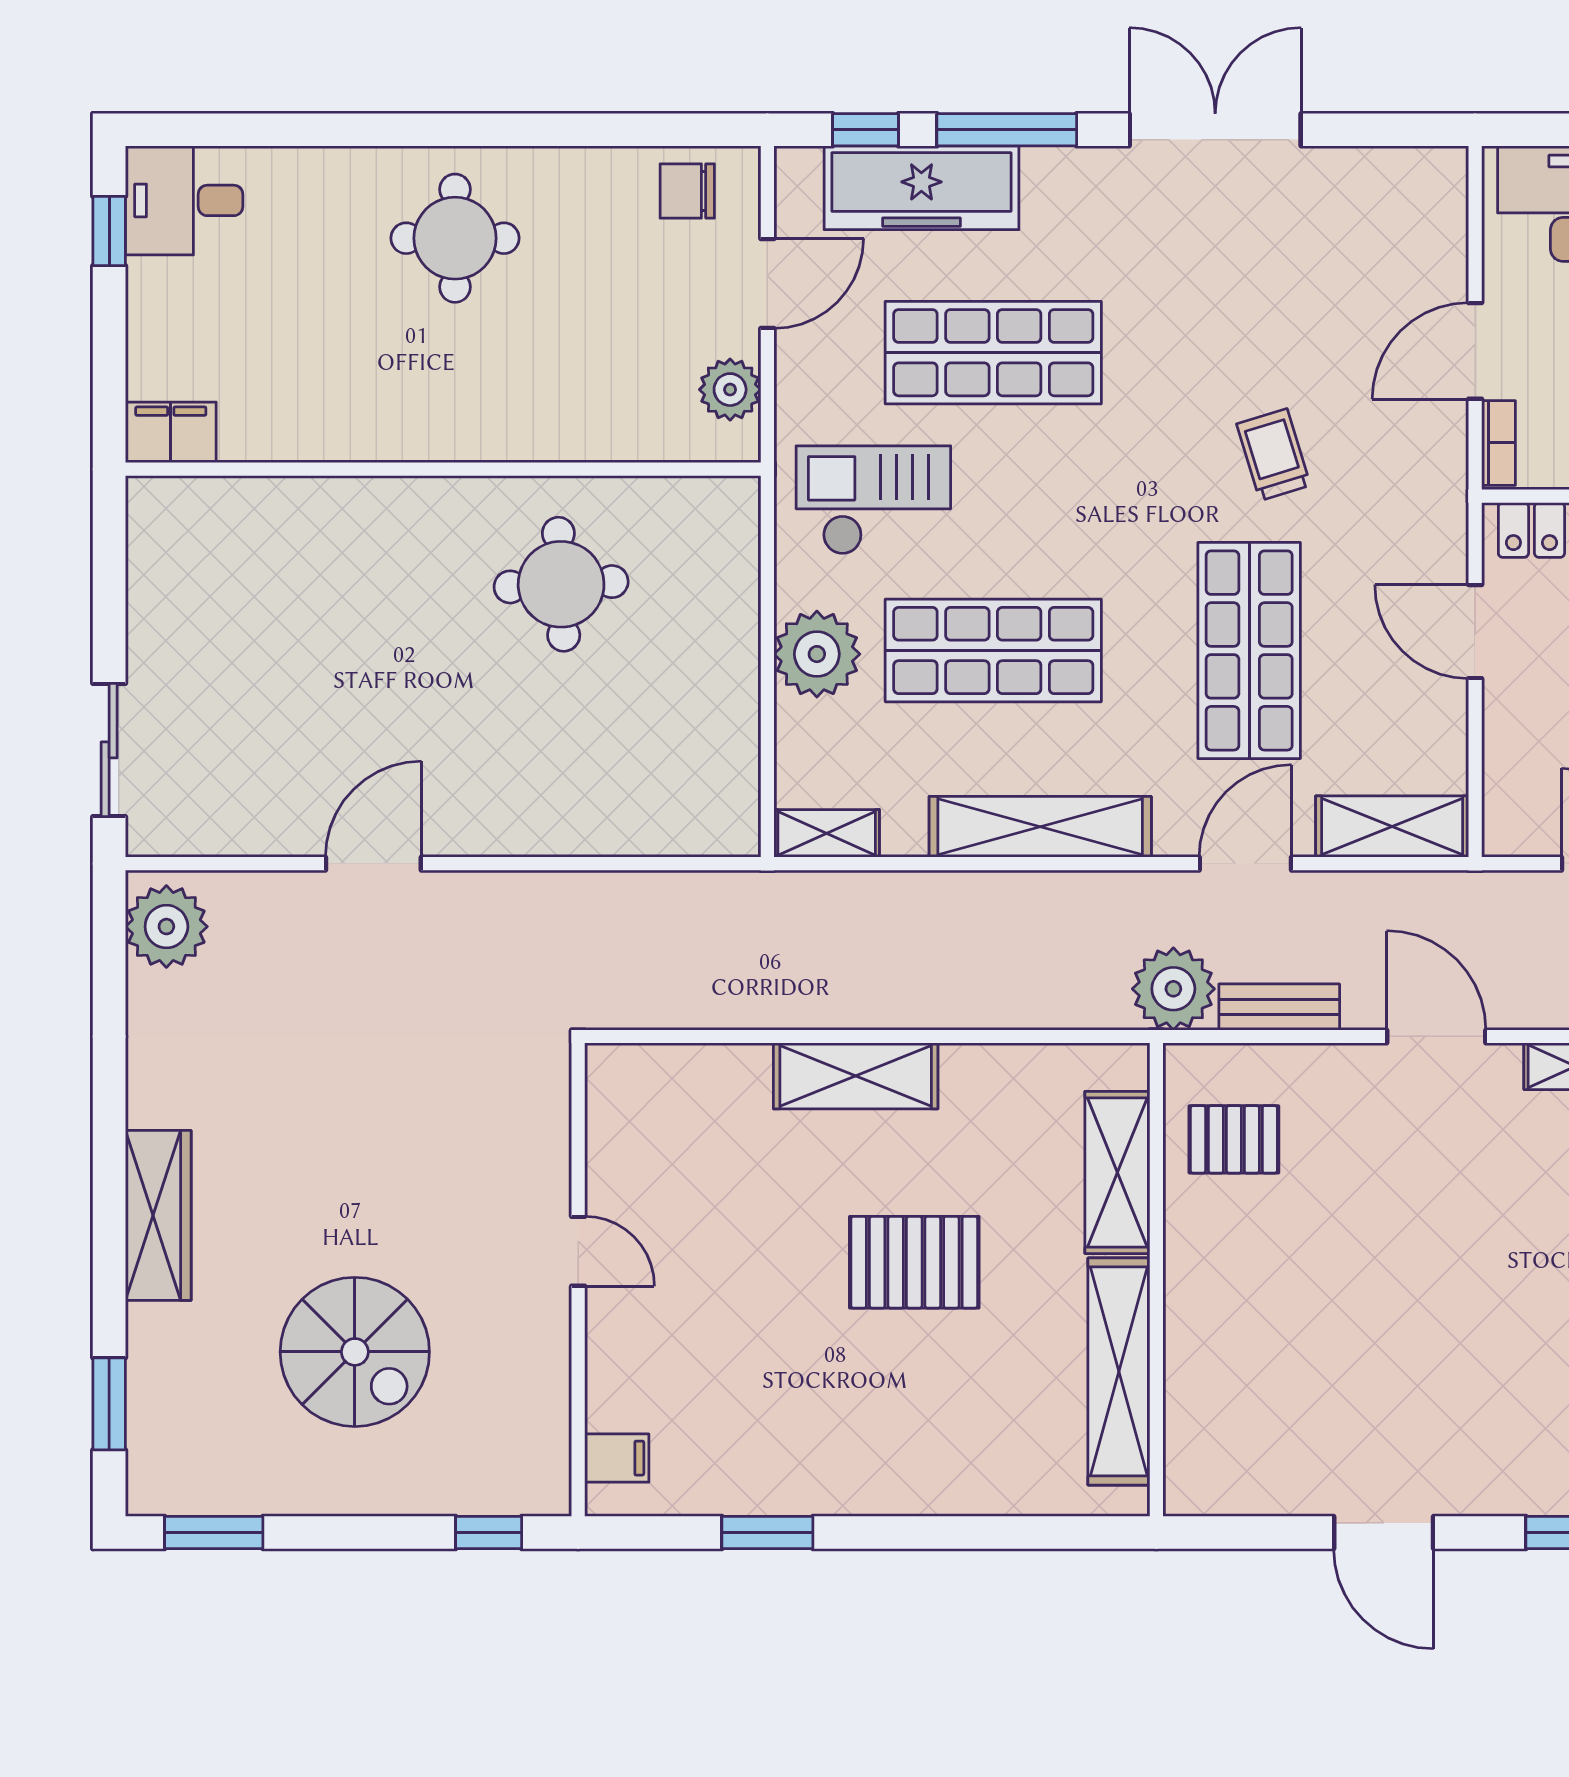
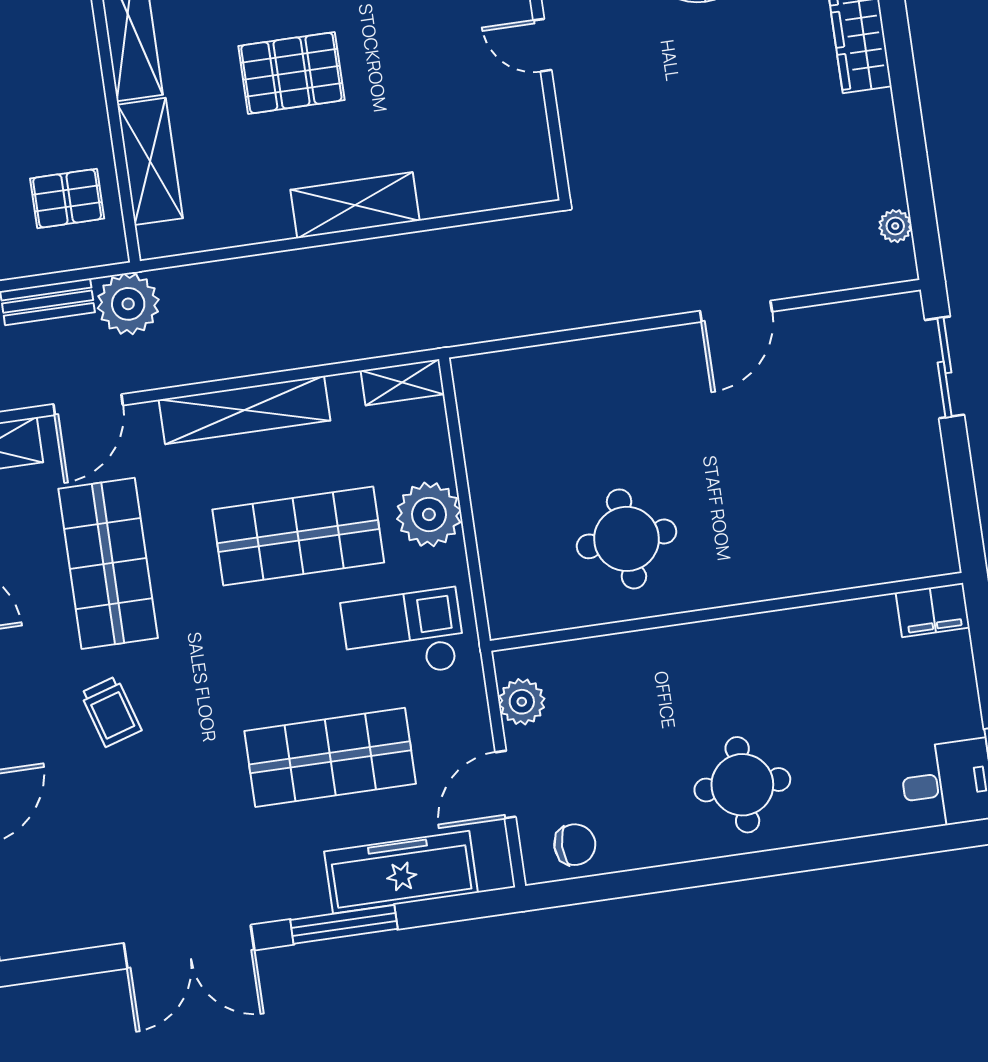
window: (866, 130) -> (449, 909), removed
checkout: (873, 500) -> (403, 635), turned 180
plant: (166, 927) -> (895, 226), width x0.53, depth x0.53

